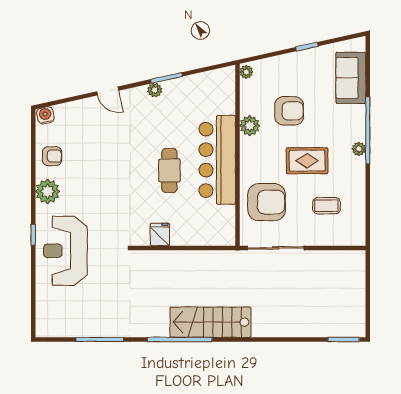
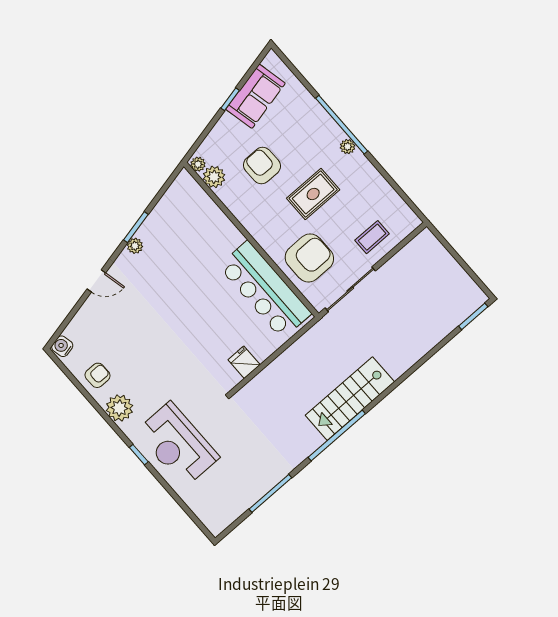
sofa: (351, 78) -> (256, 96), moved, turned -103
armchair: (289, 111) -> (262, 166), turned -90
plant: (250, 126) -> (214, 177), moved
bar counter: (217, 160) -> (265, 290), moved
cafe table: (169, 170) -> (206, 302), removed
coffee table: (326, 206) -> (372, 237), moved

